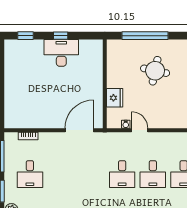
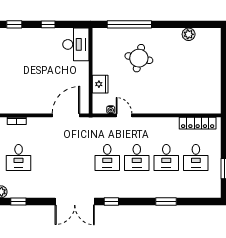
desk: (61, 53) -> (76, 44), moved, turned 90

